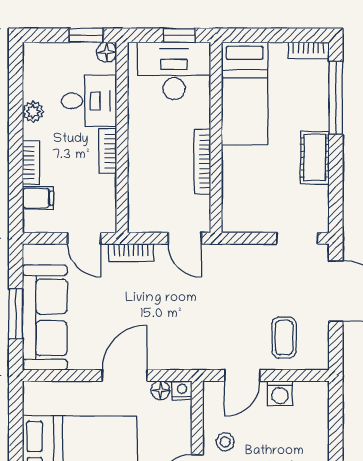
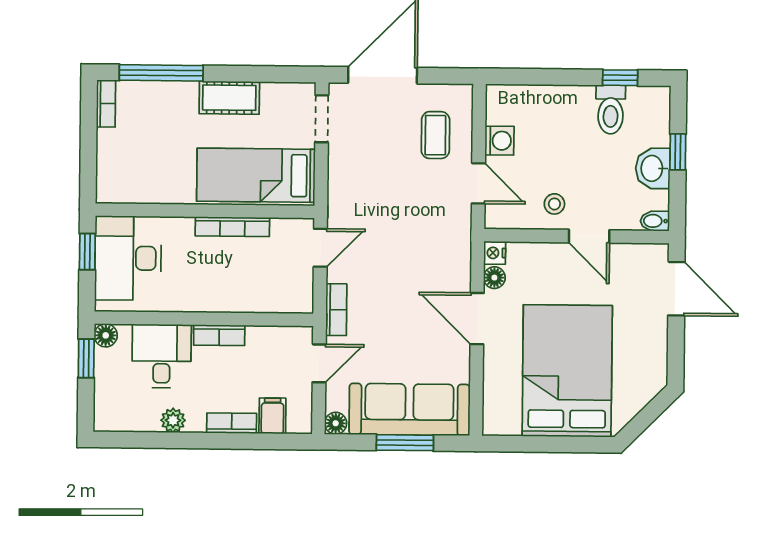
bed: (245, 93) -> (256, 175), moved, turned 180
floor lamp: (32, 253) -> (336, 423), added
coffee table: (284, 338) -> (435, 135), turned 90

